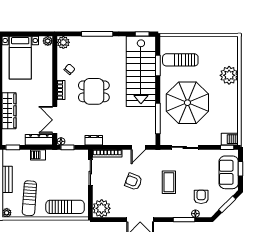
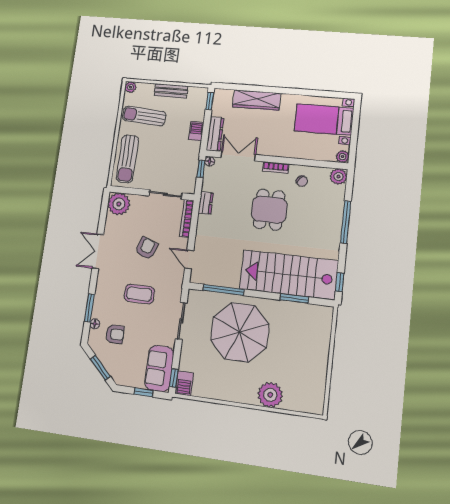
sun lounger: (180, 60) -> (299, 330), removed
sofa: (229, 172) -> (159, 369), moved, turned -90

